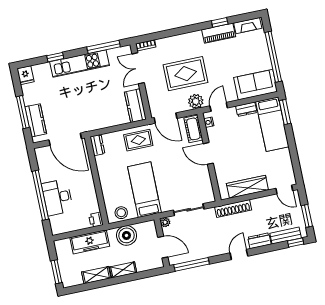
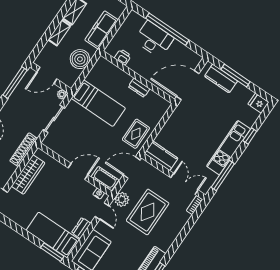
dresser: (97, 145) -> (139, 88), moved
stool: (121, 213) -> (99, 71), removed
printer: (96, 220) -> (123, 57), moved

